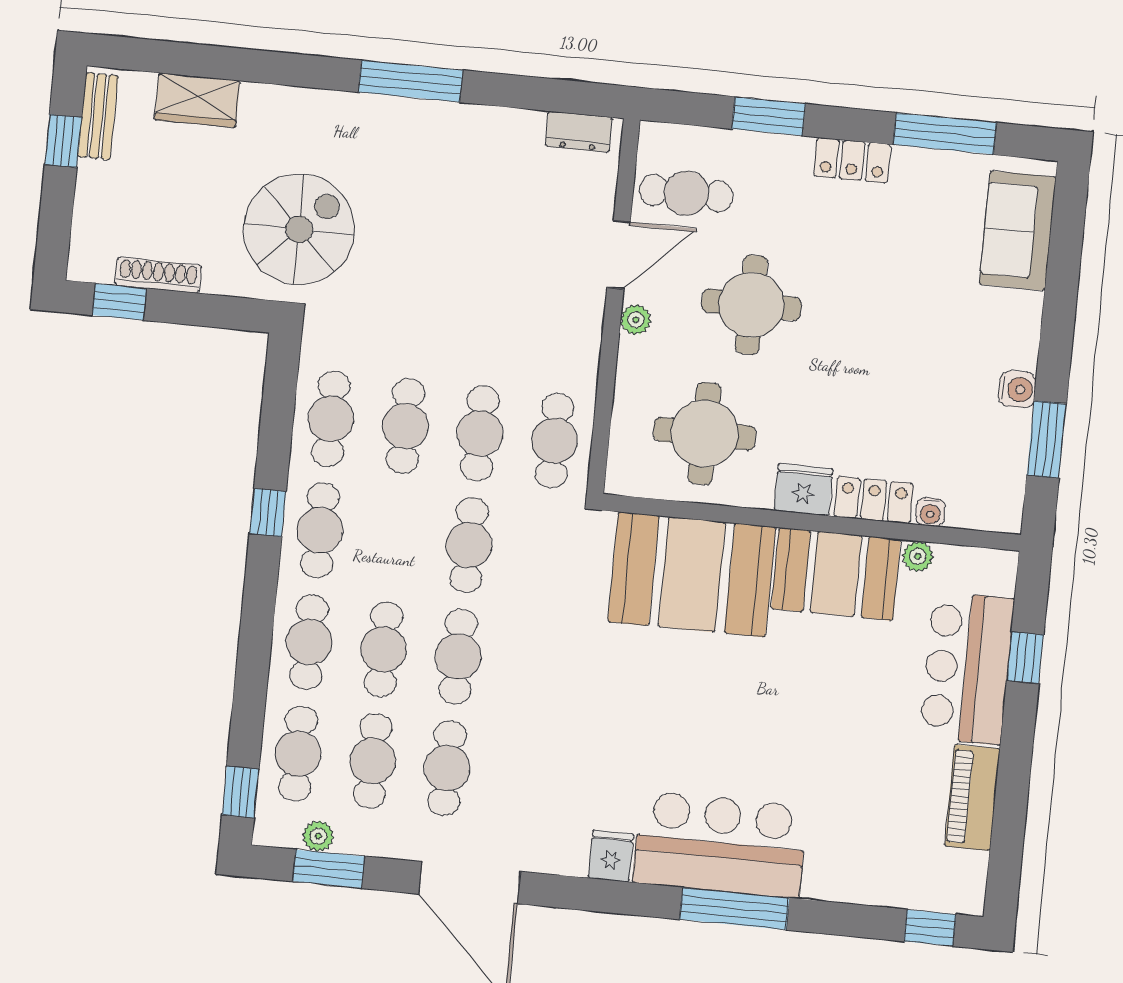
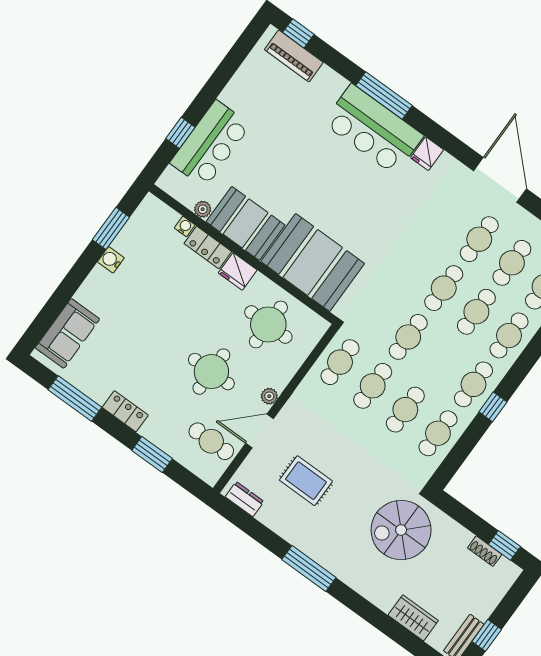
rug: (498, 219) -> (306, 481), added
shoe rack: (158, 275) -> (485, 551), width x0.70
piano: (972, 798) -> (294, 56), moved, turned 90

